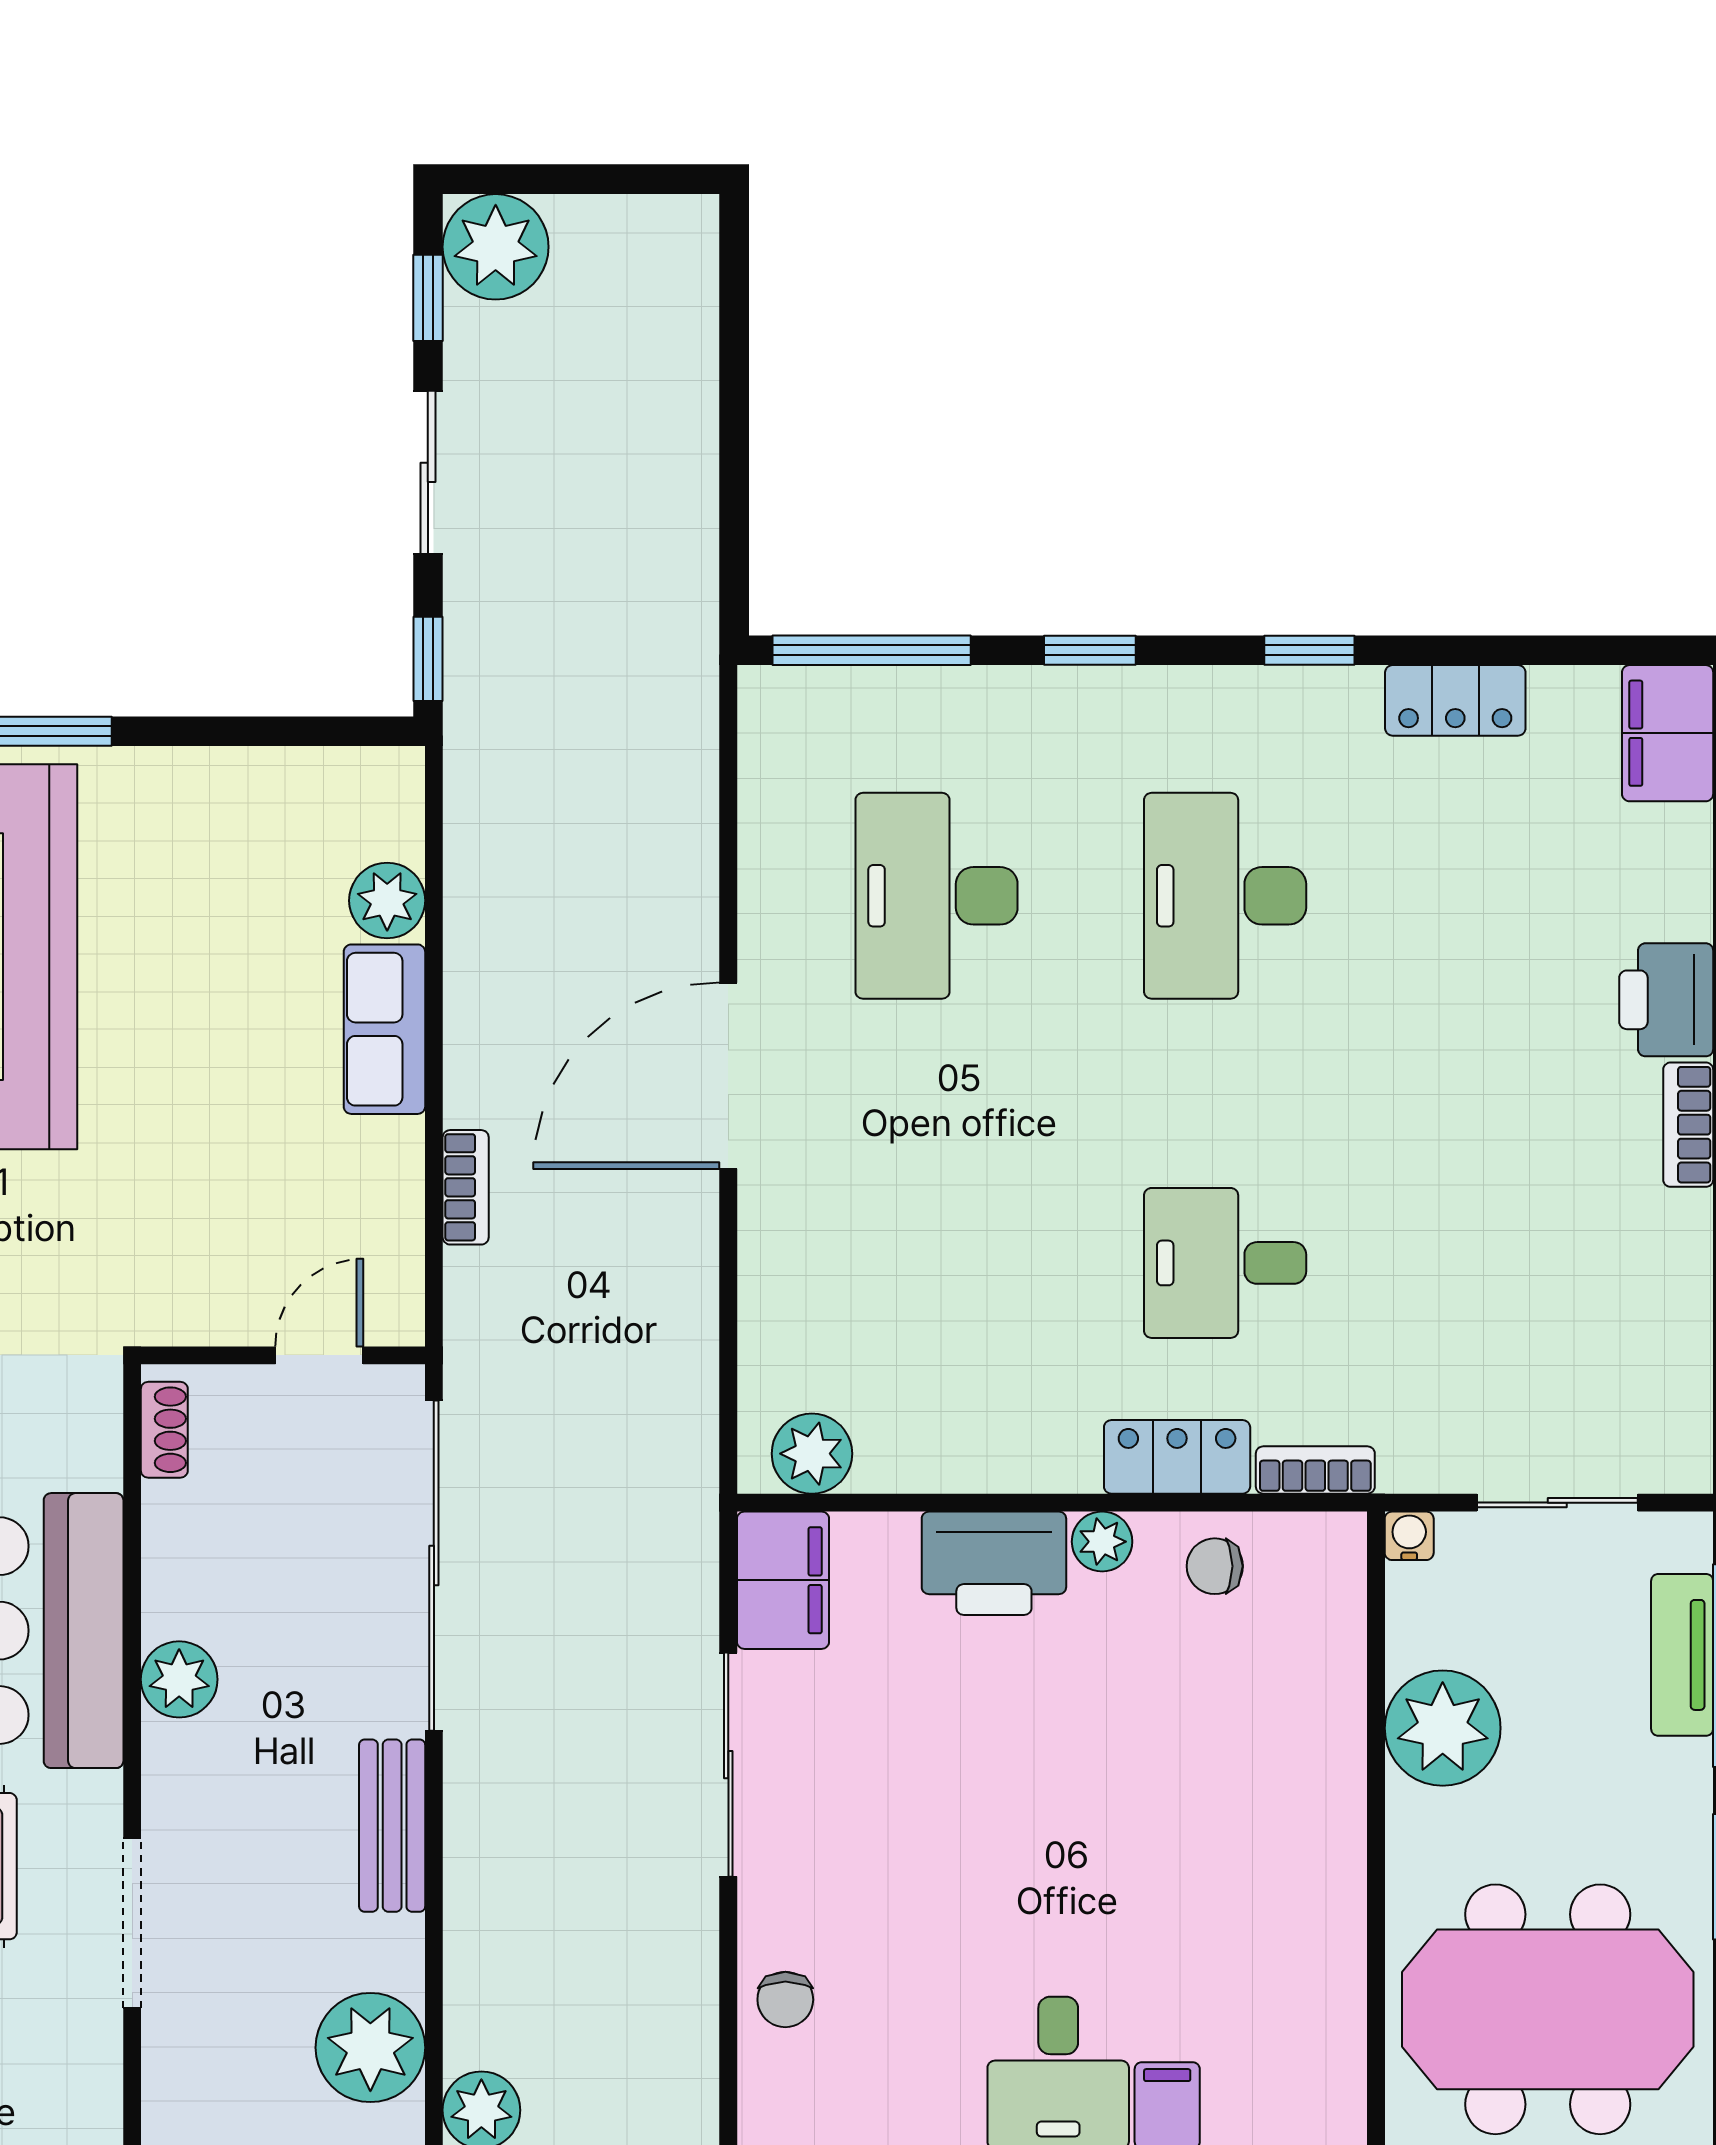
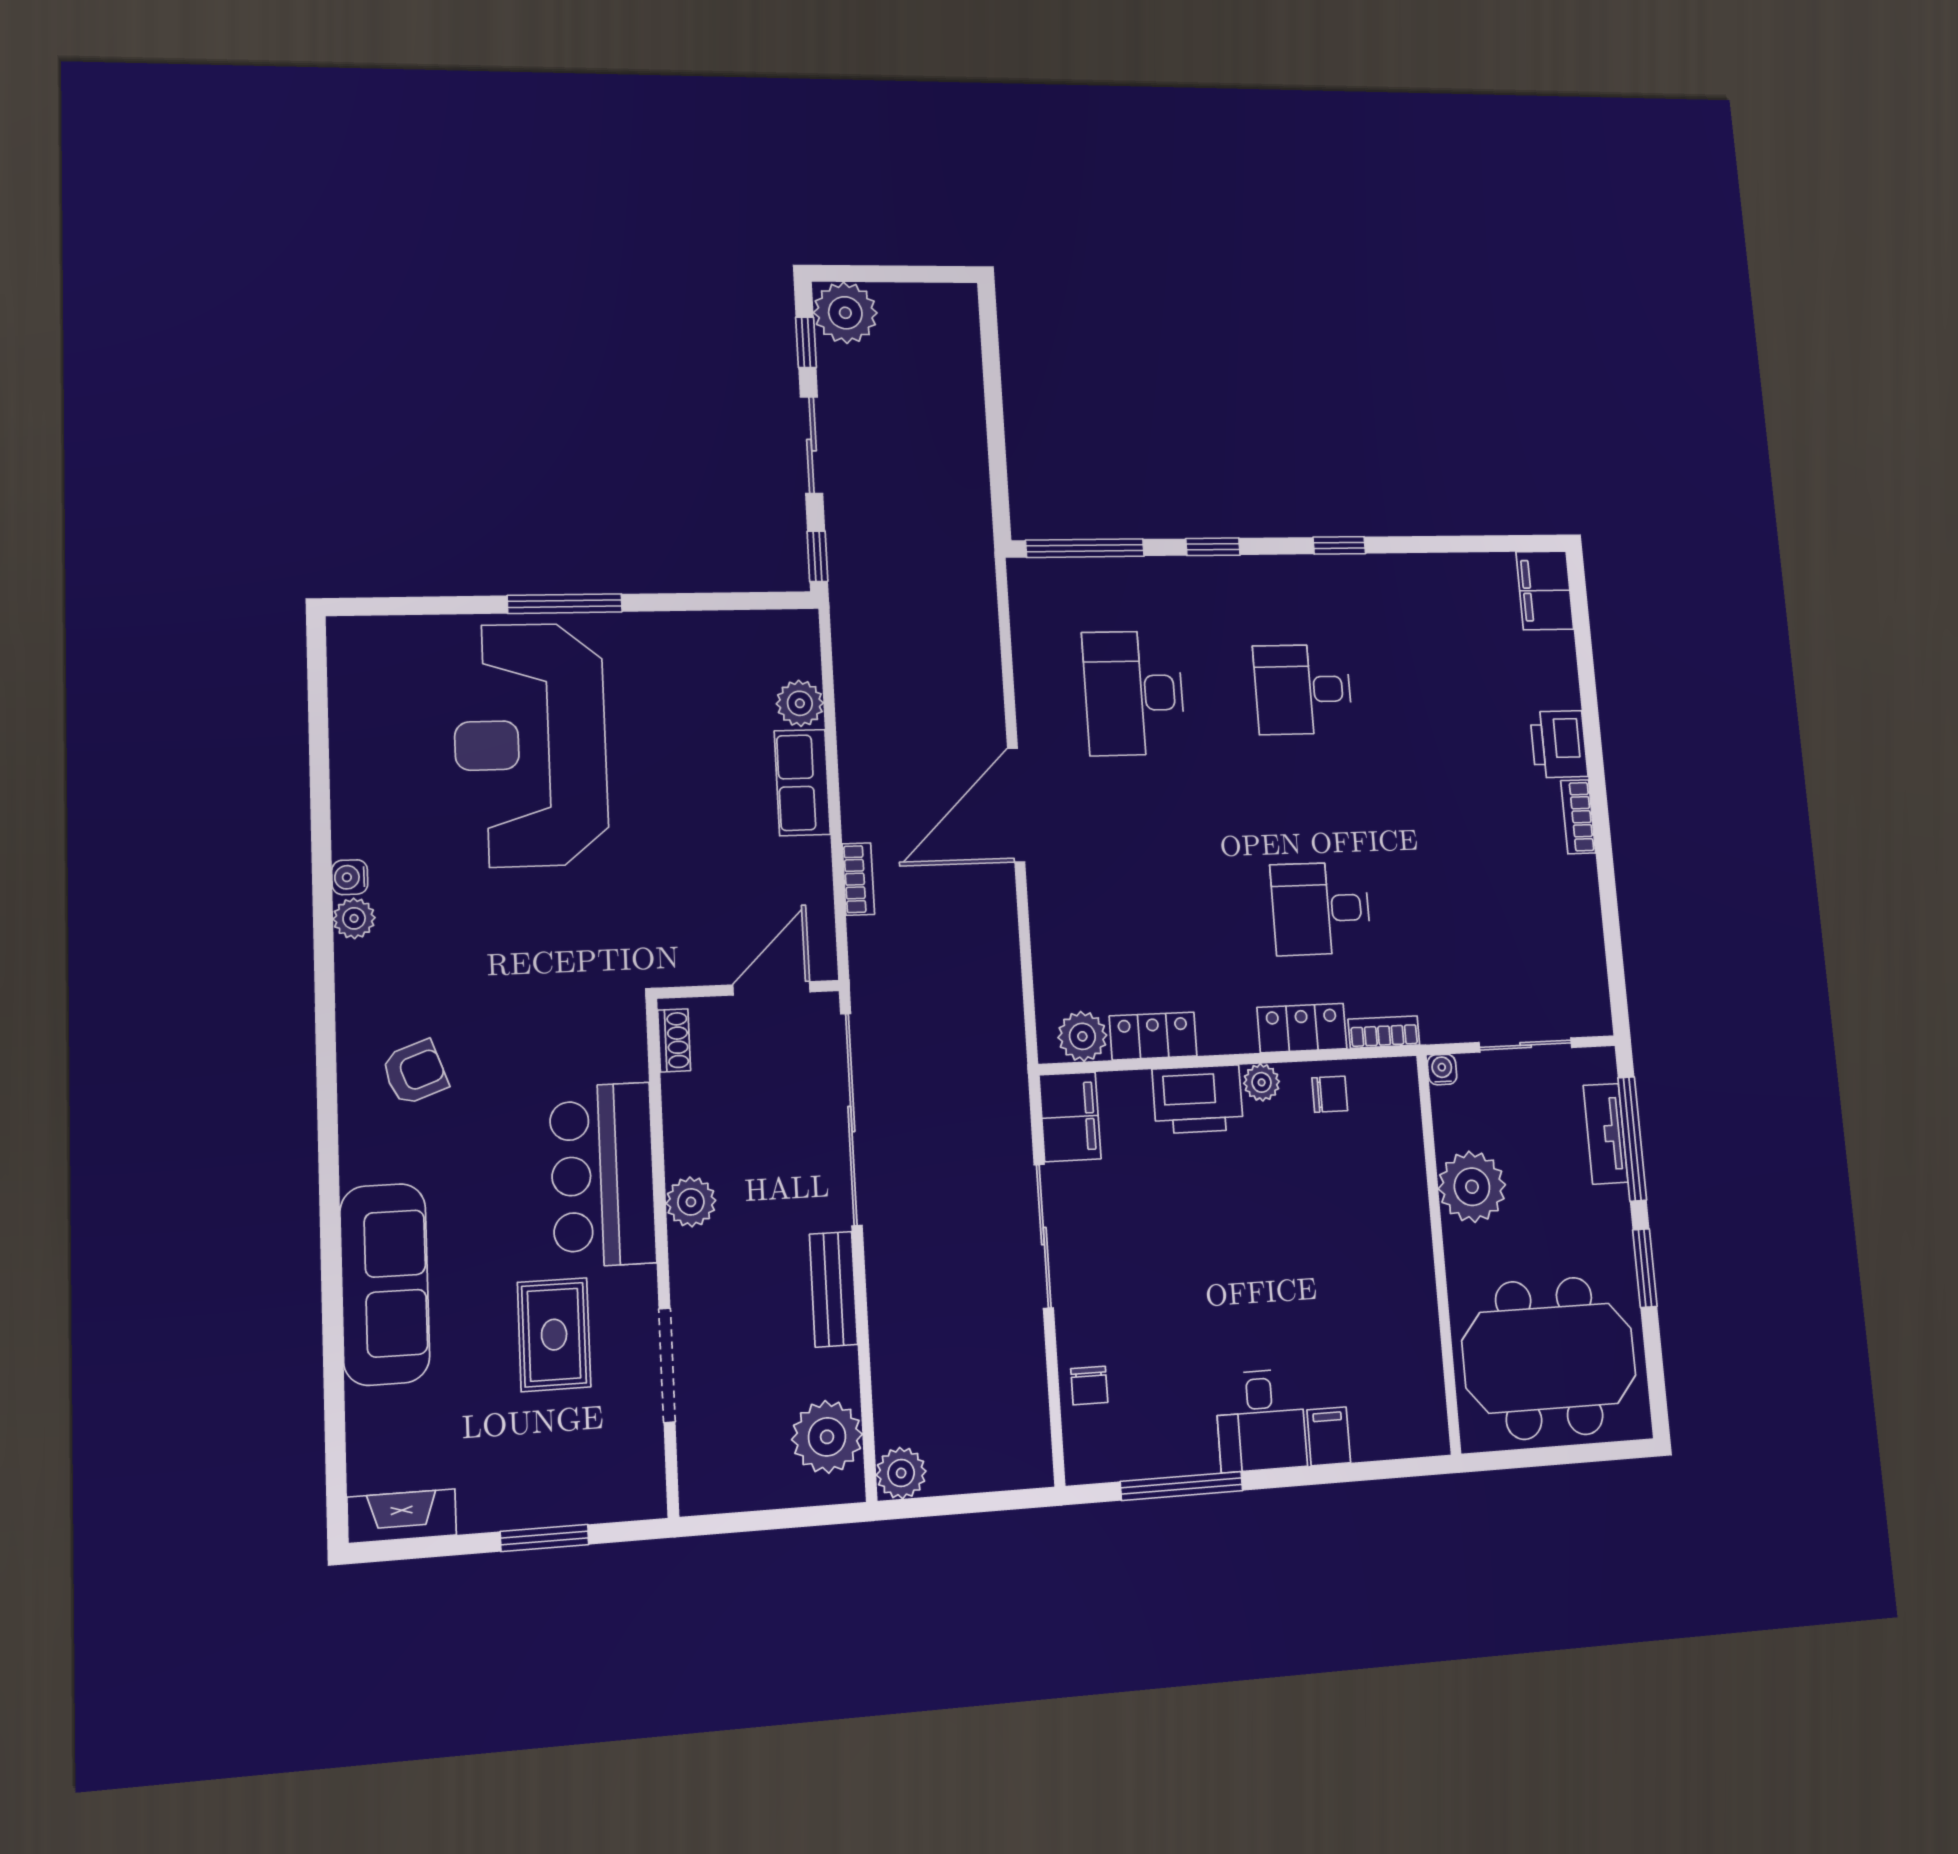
locker: (1455, 700) -> (1153, 1036), moved, turned 180
desk: (1225, 896) -> (1303, 689), width x0.73
door: (319, 1355) -> (771, 988), width x1.38
chair: (1215, 1566) -> (1330, 1094), turned 180

